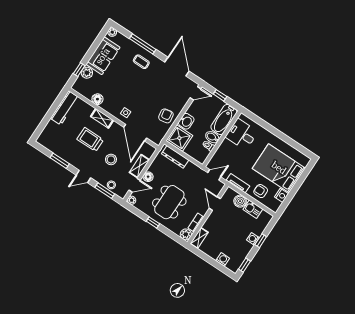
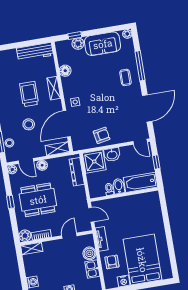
desk: (242, 134) -> (142, 207), removed
shelving: (139, 166) -> (57, 149), moved

